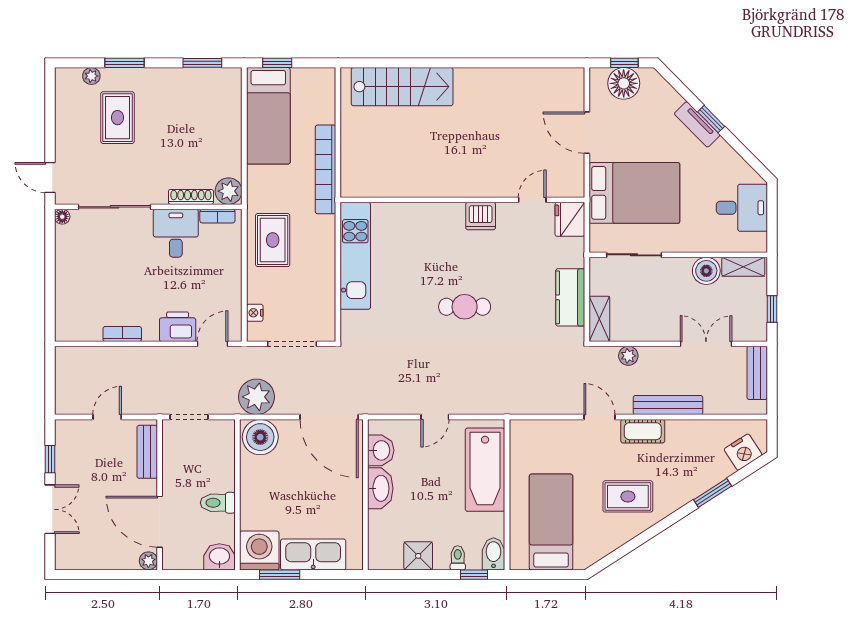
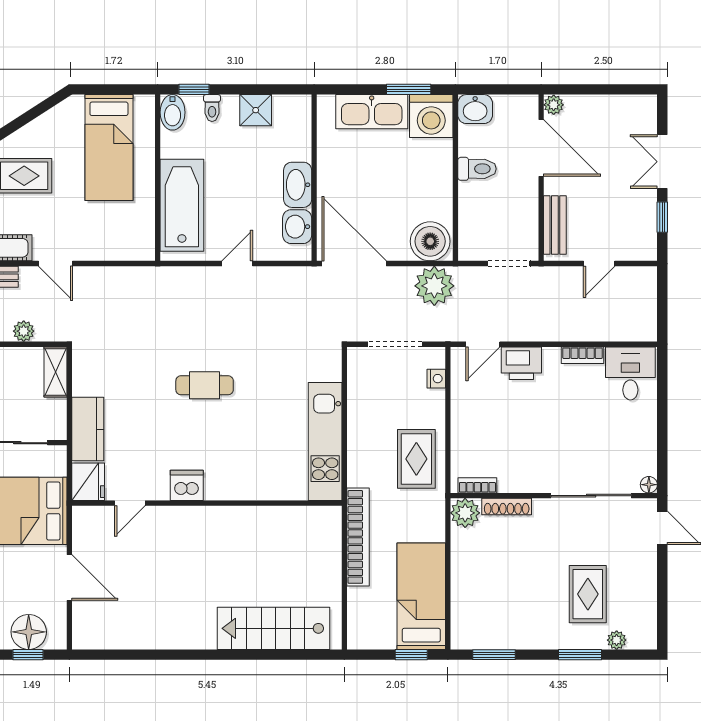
desk: (176, 233) -> (630, 373), moved, turned 180
kitchen counter: (570, 297) -> (88, 429), moved

